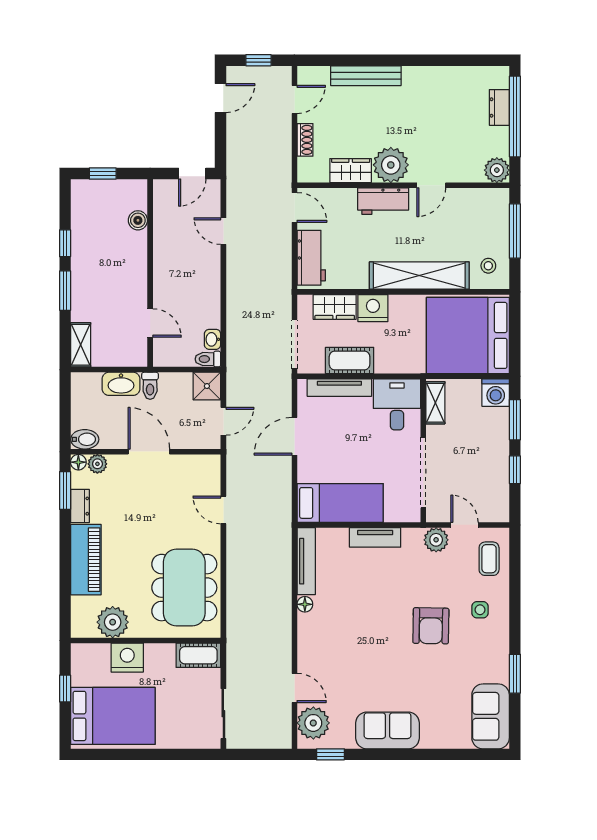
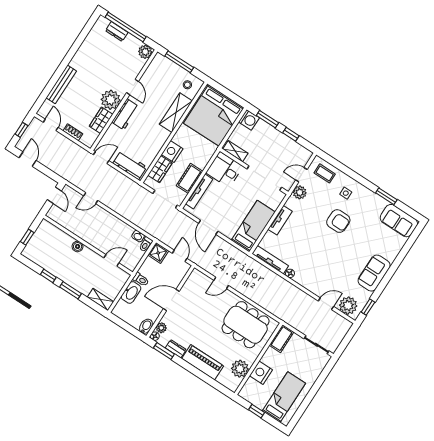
boiler: (138, 220) -> (78, 246), moved
shelving: (419, 276) -> (176, 113), width x0.68
bed: (113, 716) -> (284, 397), width x0.67

